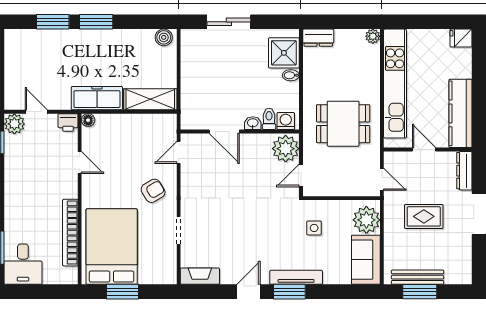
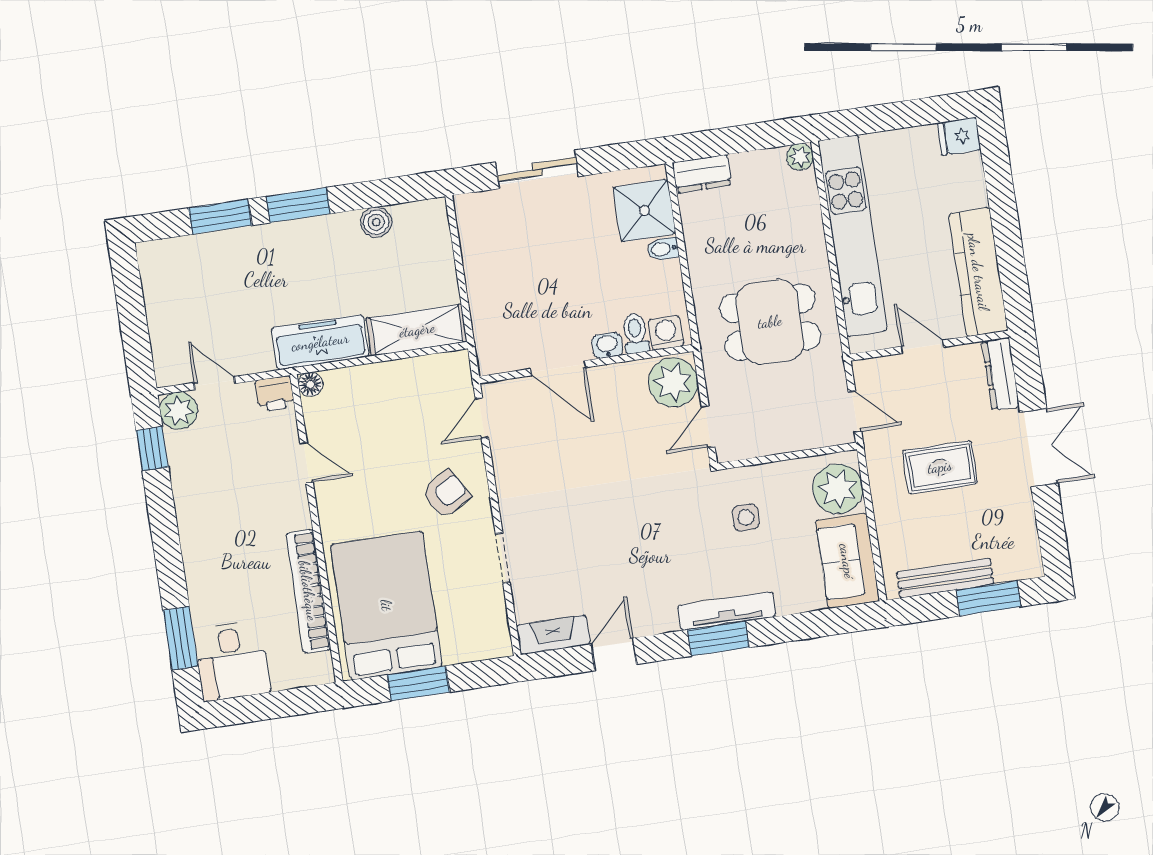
boiler: (164, 37) -> (376, 222), moved
door: (248, 292) -> (614, 654), moved
window: (420, 292) -> (989, 598), moved

